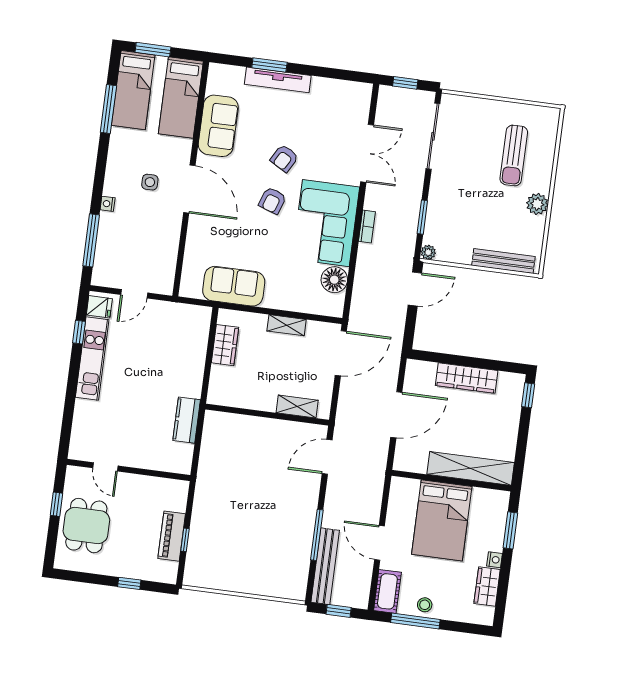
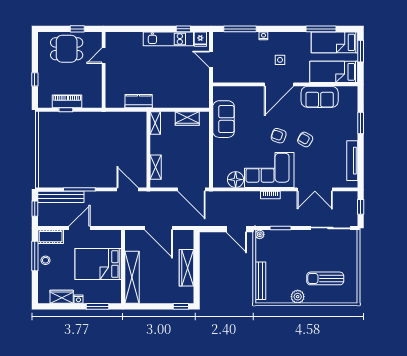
tv unit: (278, 80) -> (352, 161), moved
shelving: (287, 325) -> (155, 123), moved

